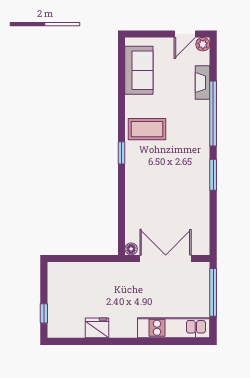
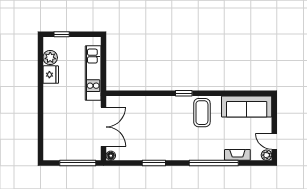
sofa: (139, 70) -> (247, 107), width x1.36
window: (213, 175) -> (154, 163), moved
floor lamp: (131, 249) -> (111, 156), moved
kitchen unit: (174, 328) -> (93, 73), moved, turned 180
plant: (75, 329) -> (50, 58), added

